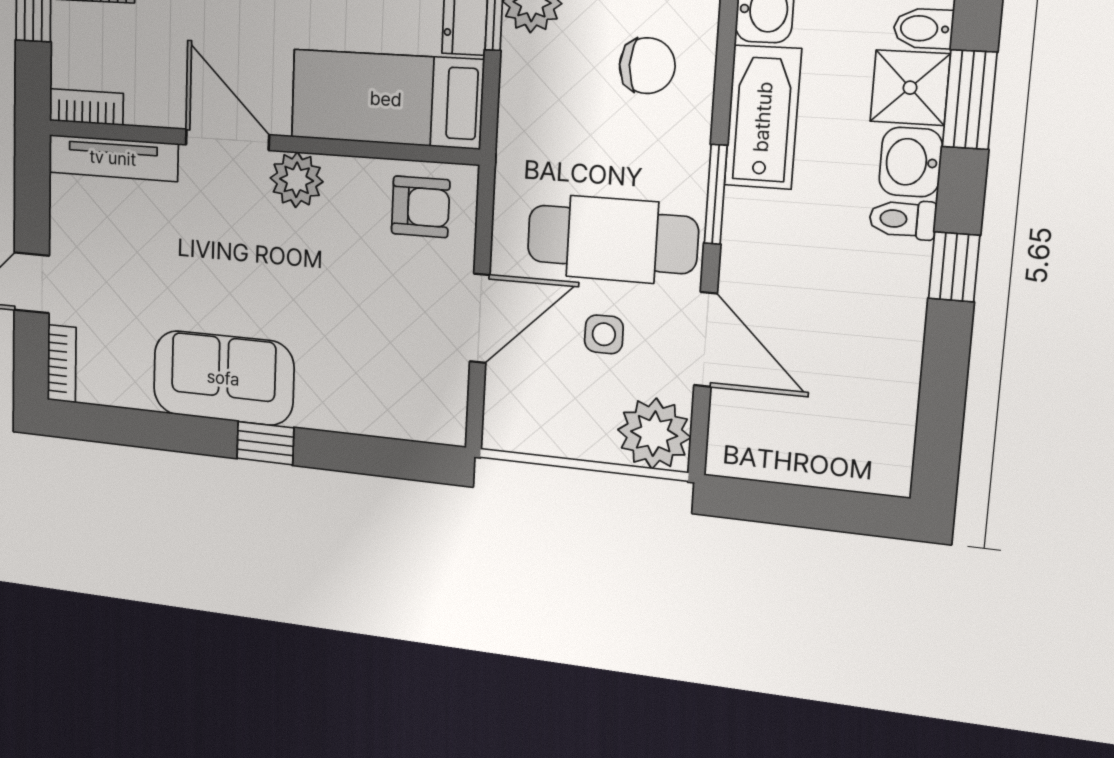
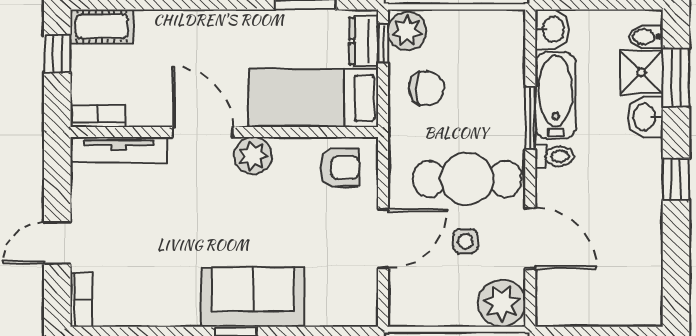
chair: (647, 66) -> (426, 88), moved
window: (716, 194) -> (530, 118), moved
toilet: (903, 219) -> (554, 156), moved, turned 180
sofa: (223, 378) -> (253, 297), moved

